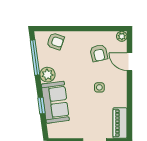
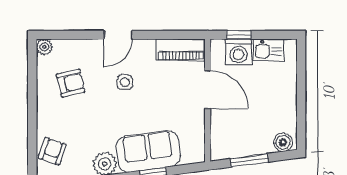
door: (129, 62) -> (118, 35), moved

